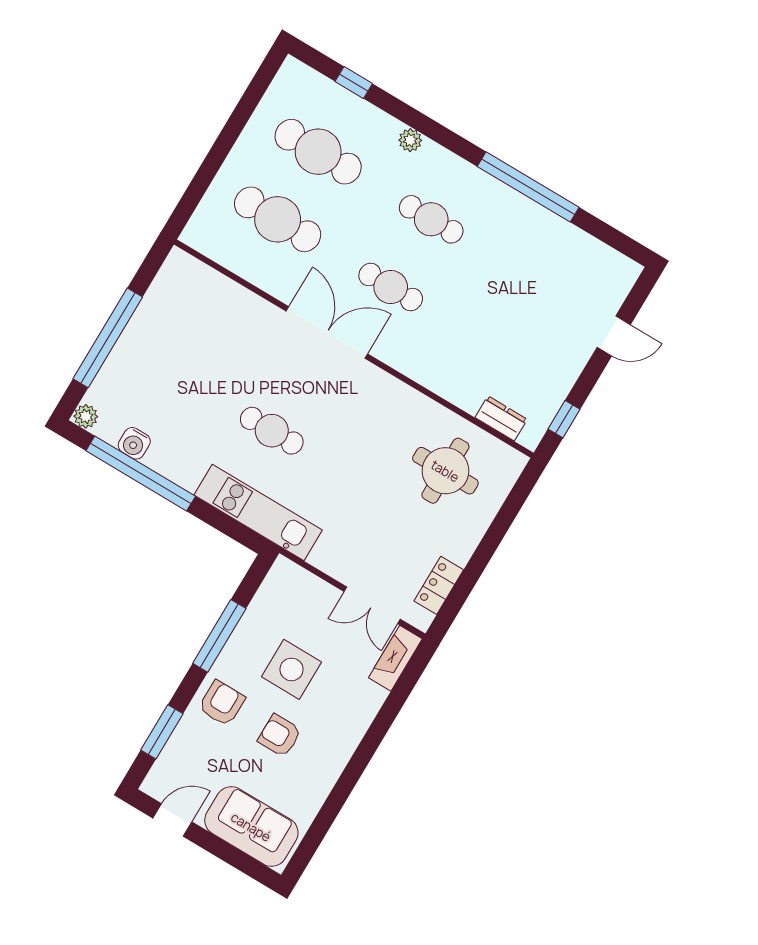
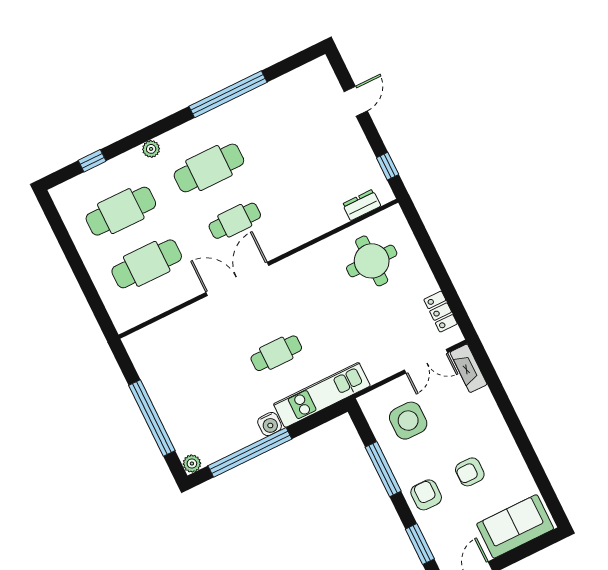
cafe table: (431, 219) -> (209, 168), width x1.37, depth x1.35
water cooler: (134, 443) -> (270, 424), moved
side table: (291, 669) -> (408, 421), moved

